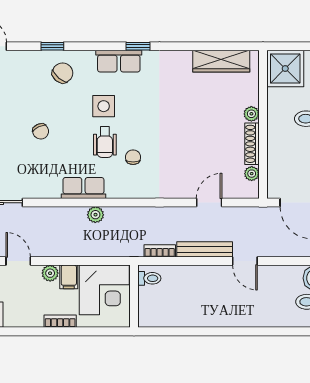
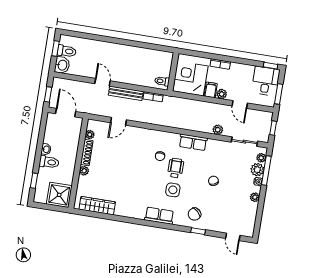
window: (138, 46) -> (146, 223), removed
plant: (95, 215) -> (218, 130), moved

